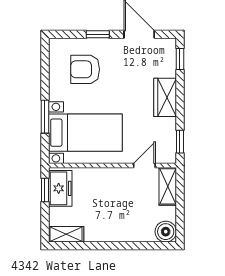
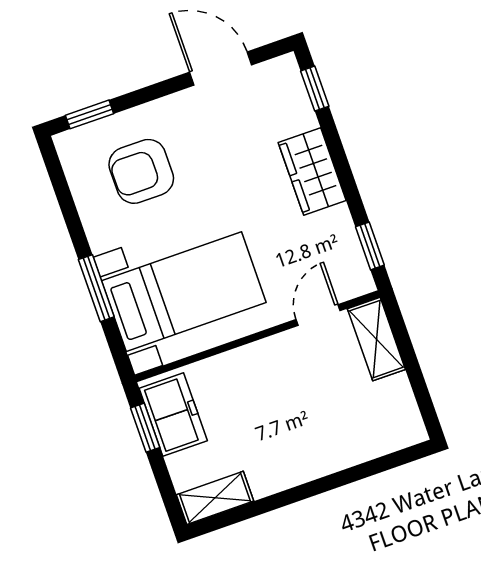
window: (98, 34) -> (90, 114), moved
boiler: (166, 232) -> (403, 426), removed

